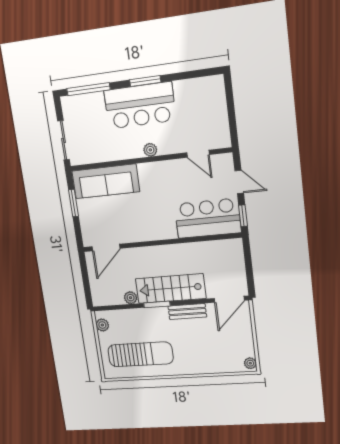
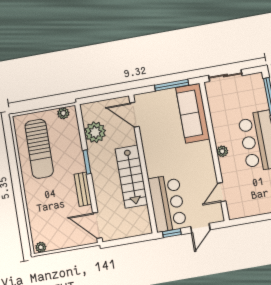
window: (73, 203) -> (172, 85), width x1.44
stairs: (171, 289) -> (131, 177), moved, turned 180
plant: (131, 298) -> (95, 132), width x1.87, depth x1.87

